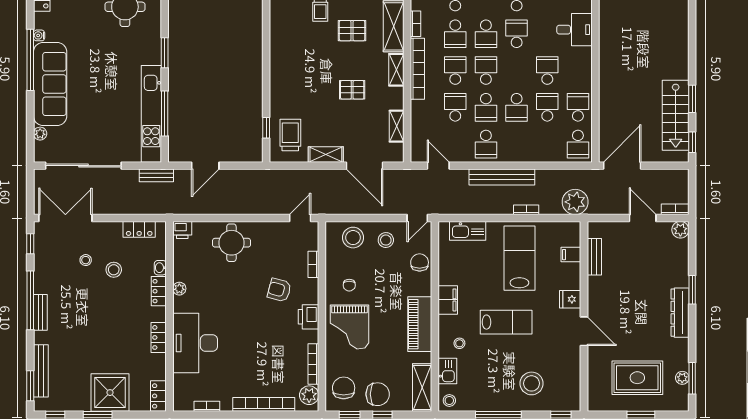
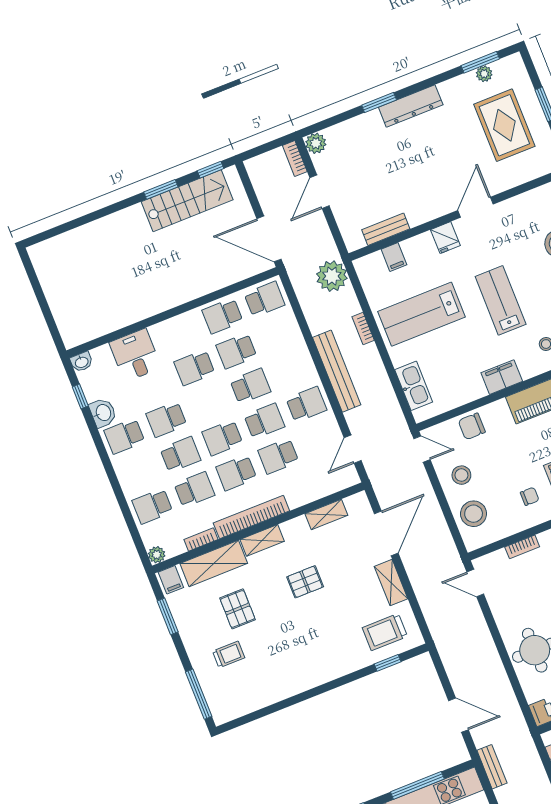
pallet: (352, 90) -> (305, 582), turned 90

